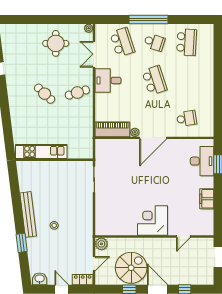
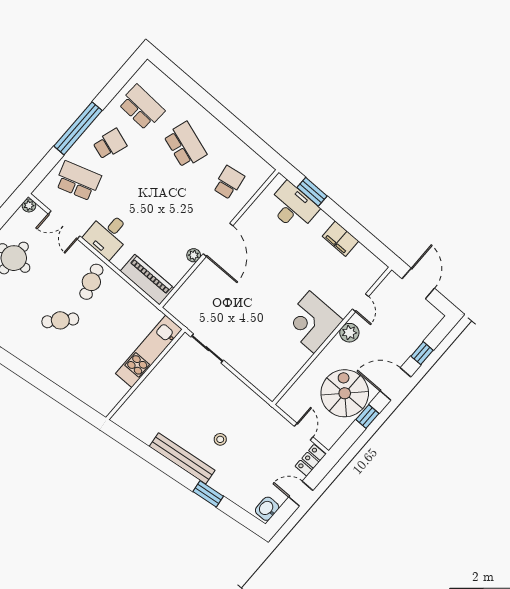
school desk: (154, 80) -> (185, 145), moved, turned 36
piano: (112, 129) -> (147, 280), moved, turned 90
kitchen unit: (41, 151) -> (149, 351), moved
plant: (101, 244) -> (349, 333), moved

